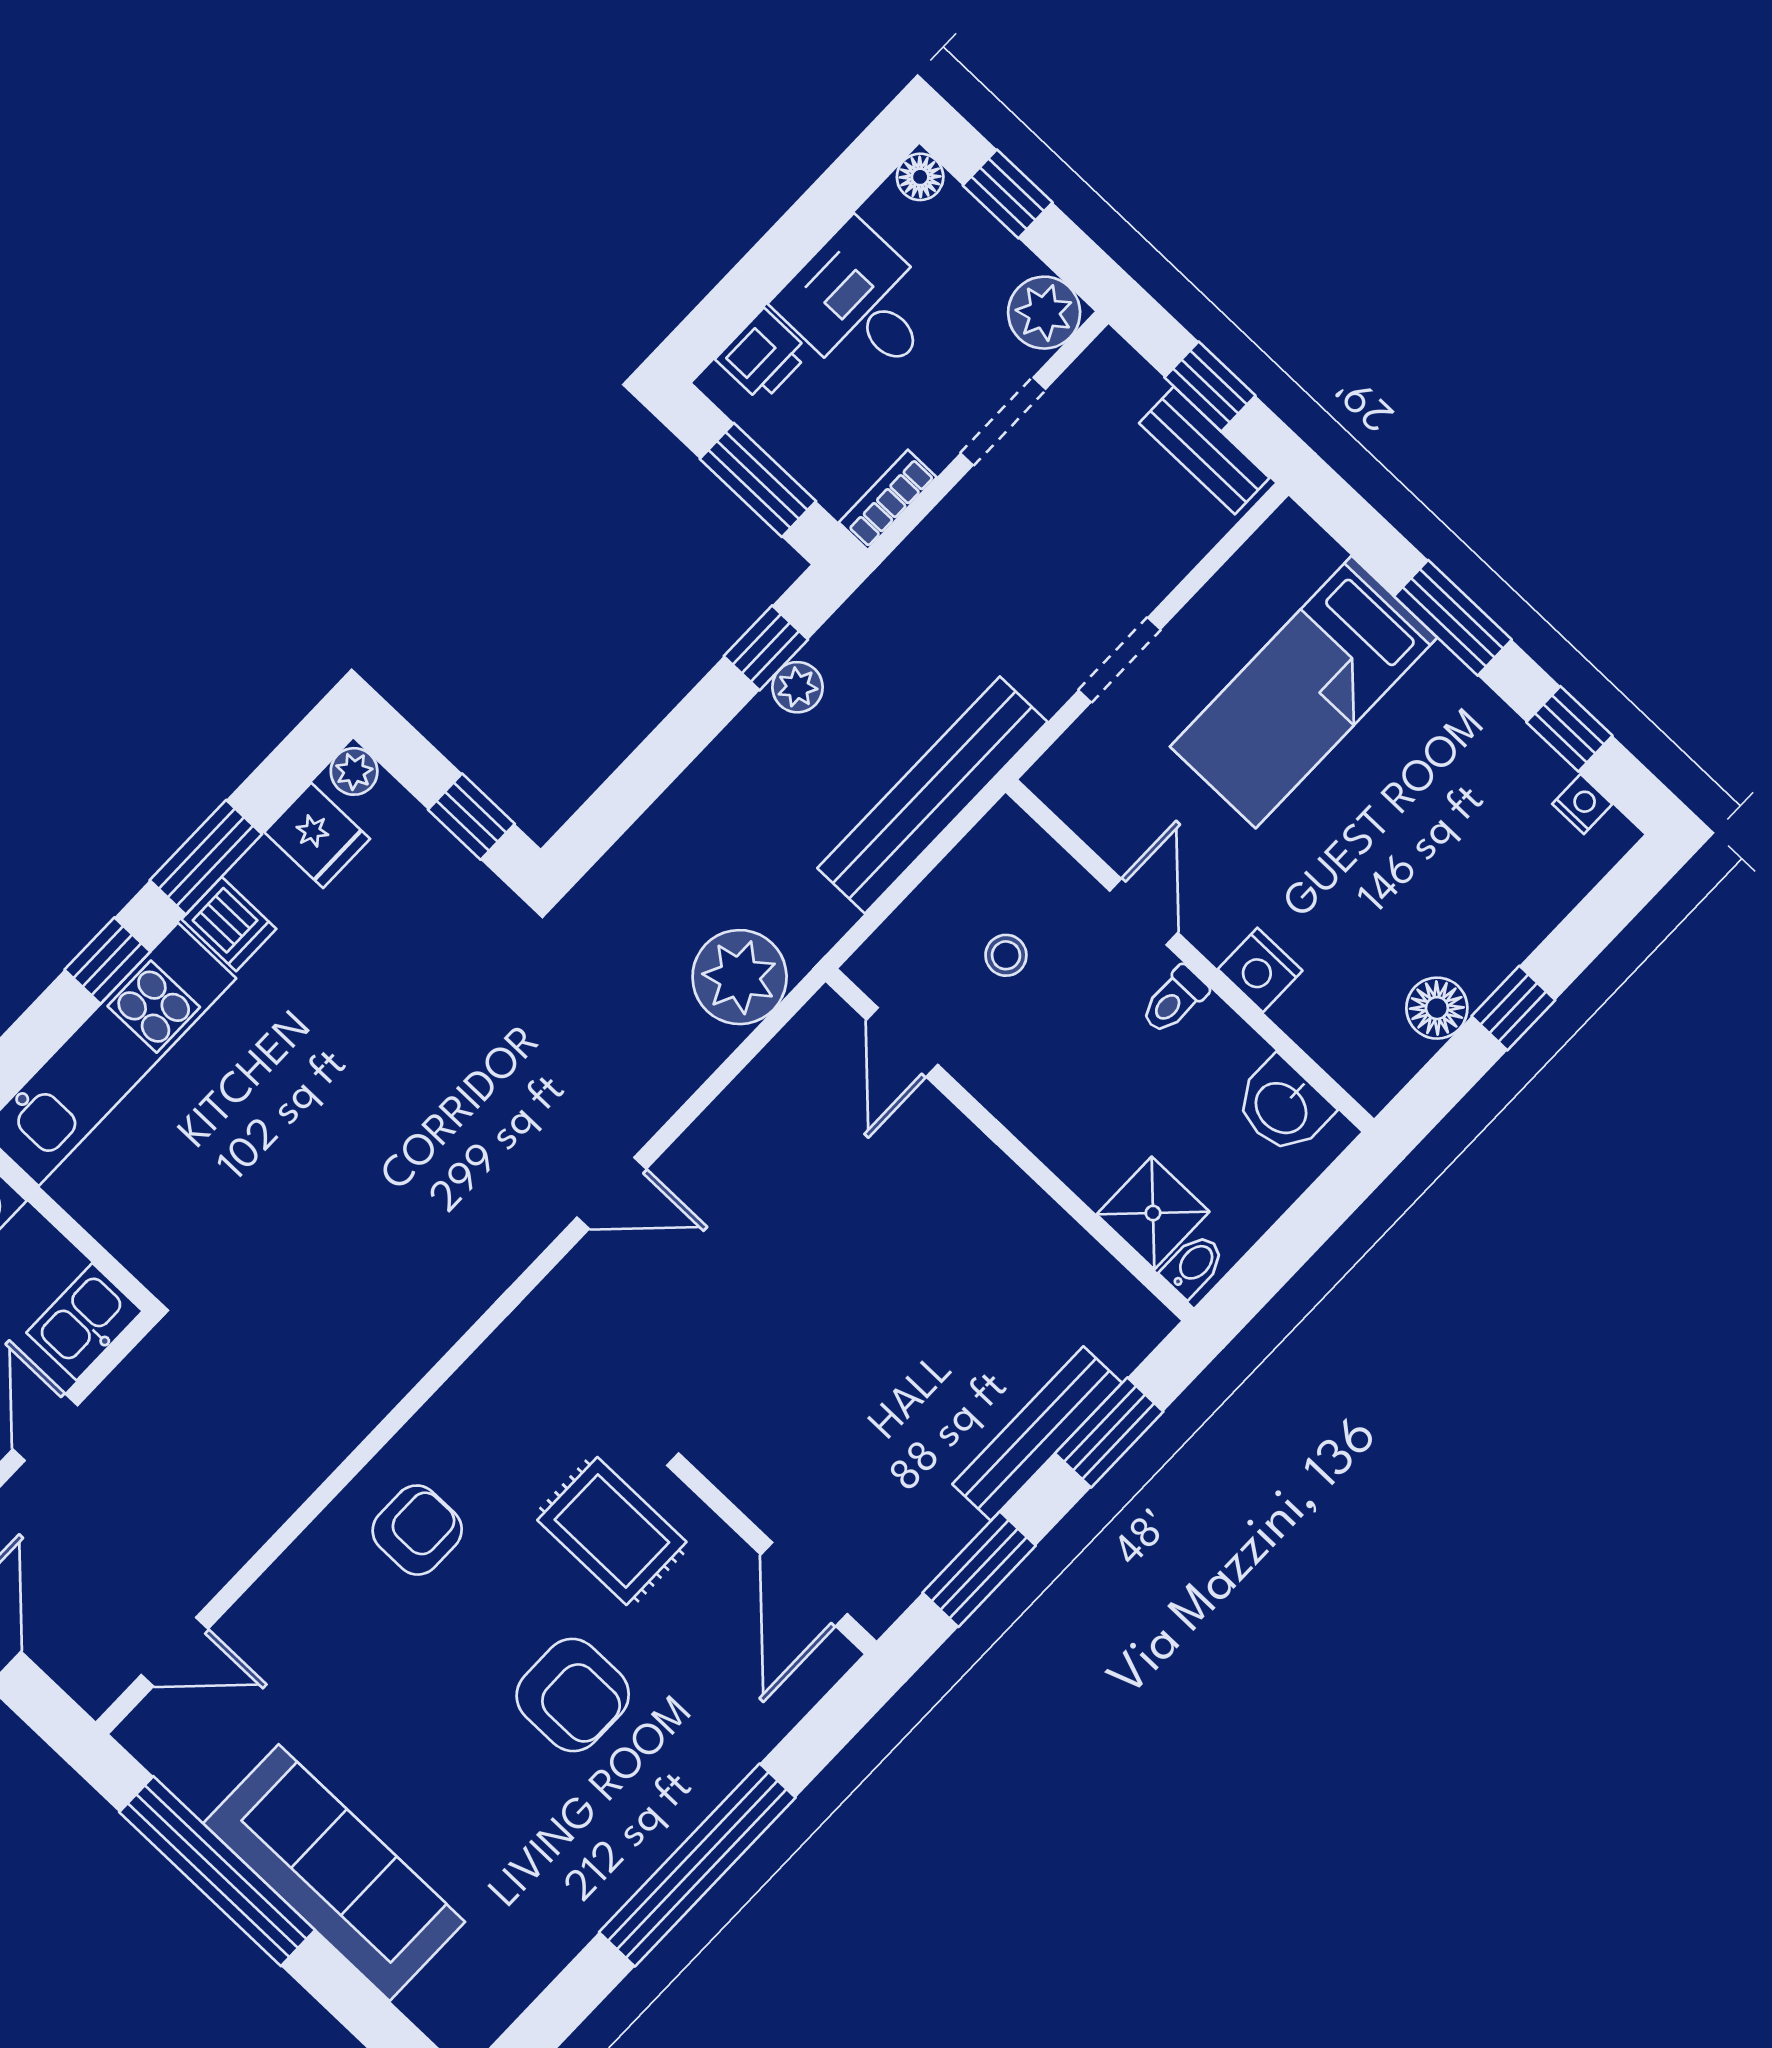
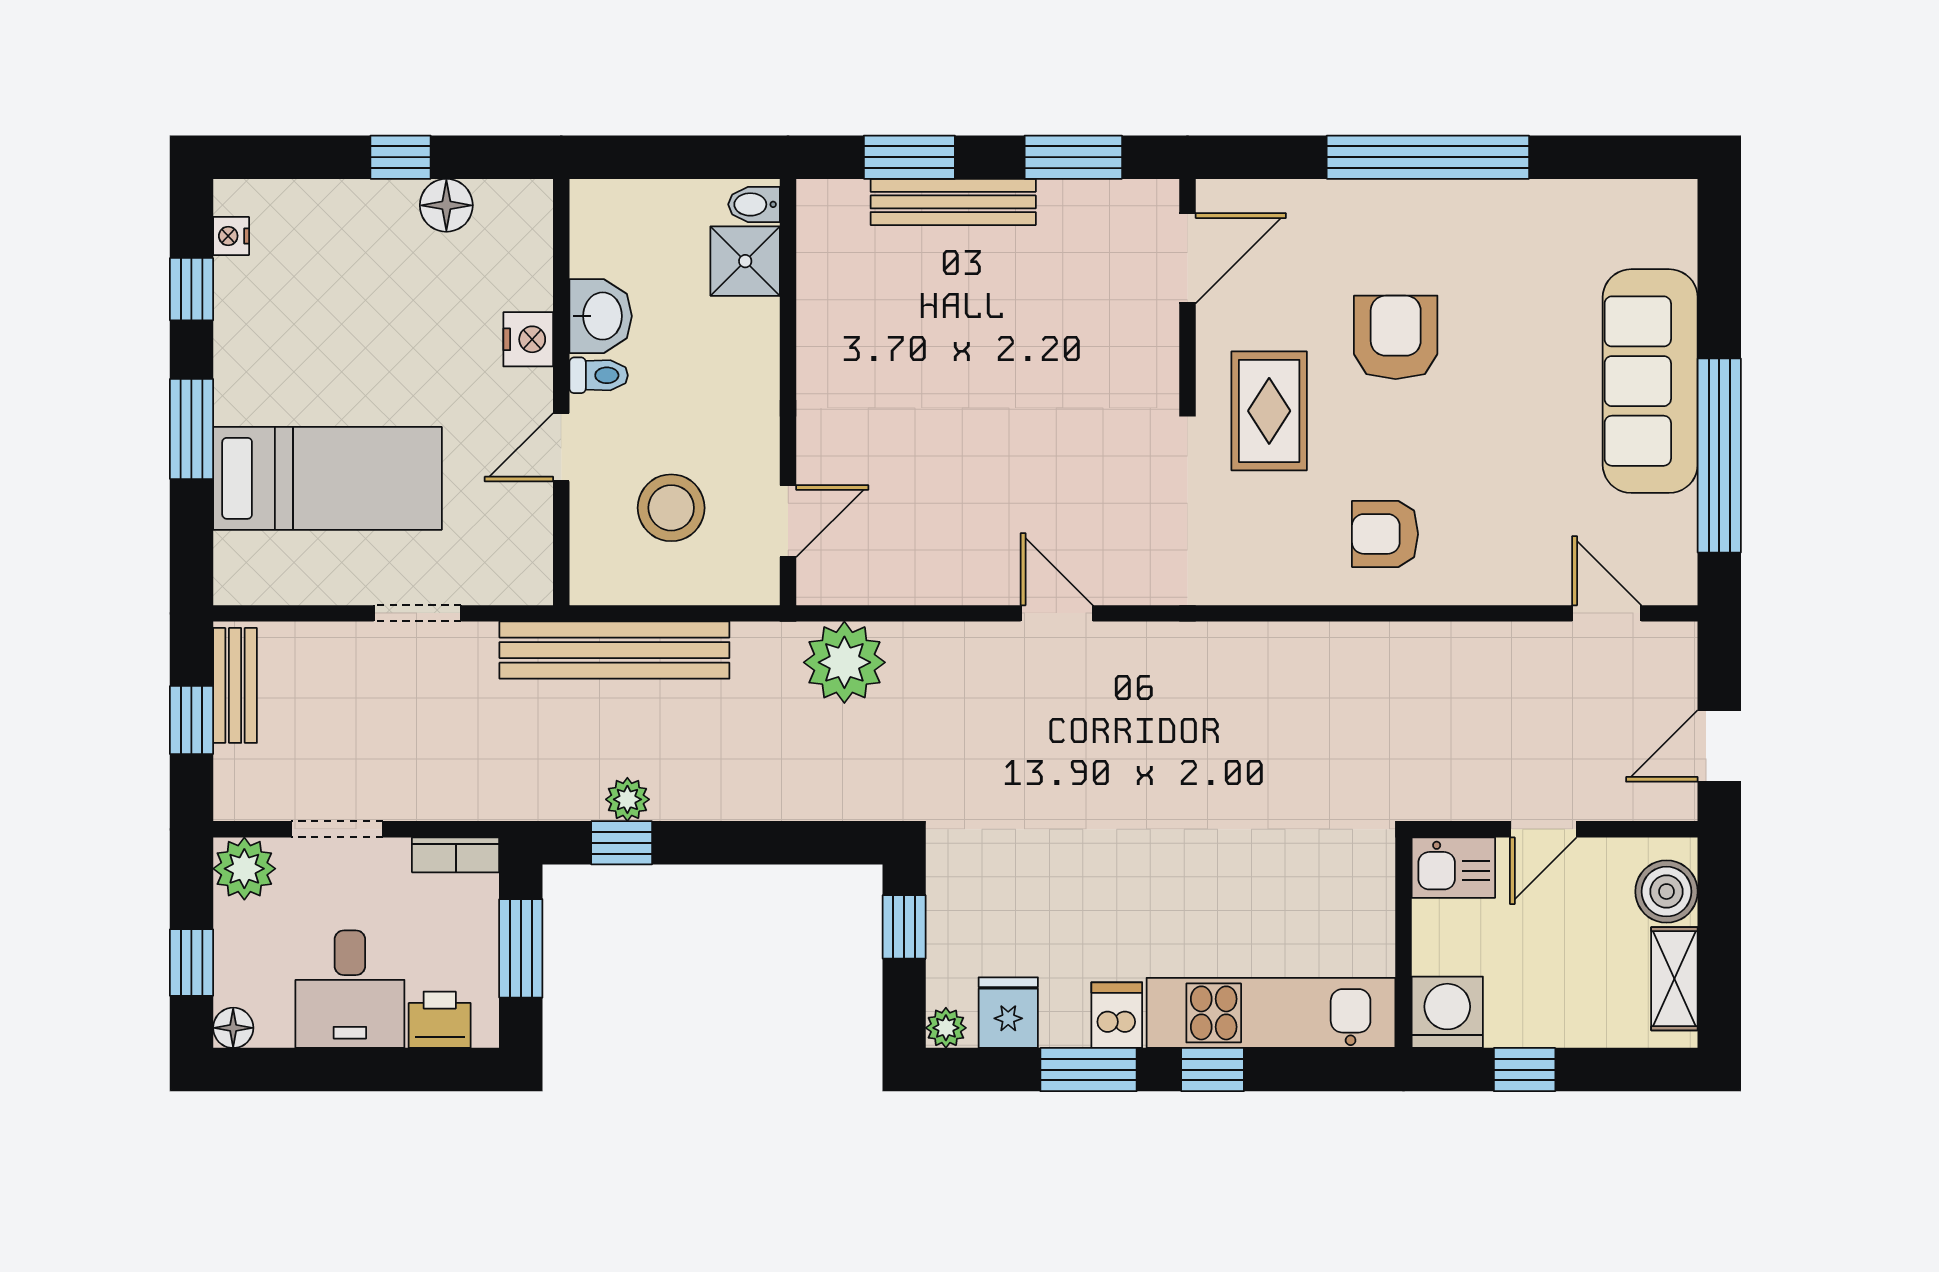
stool: (1006, 955) -> (671, 508), width x1.89, depth x1.89
washbasin: (1283, 1106) -> (601, 316), moved

